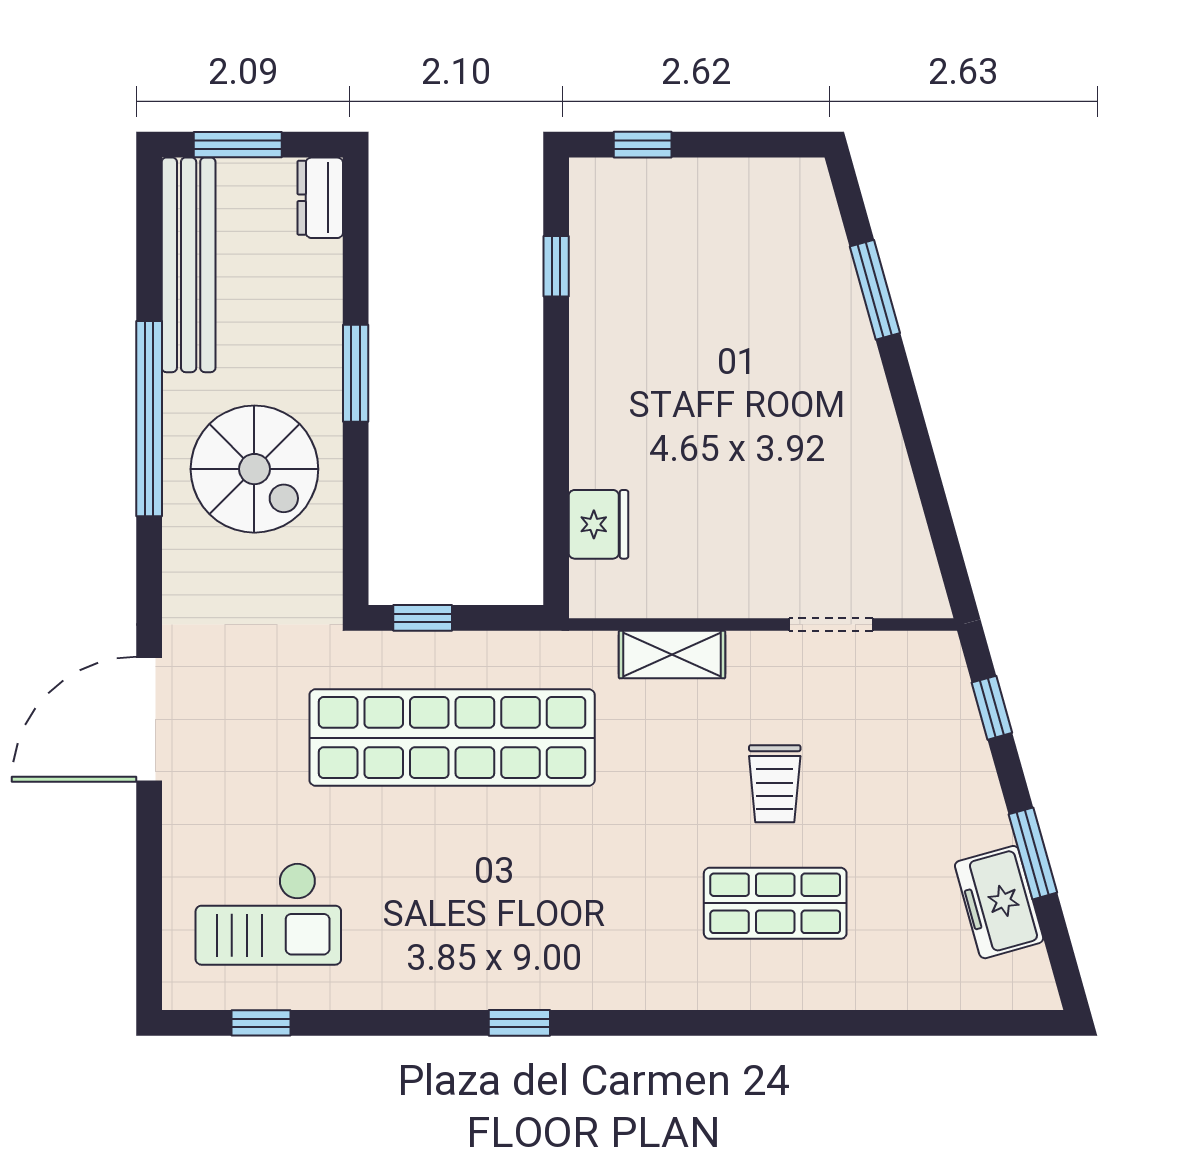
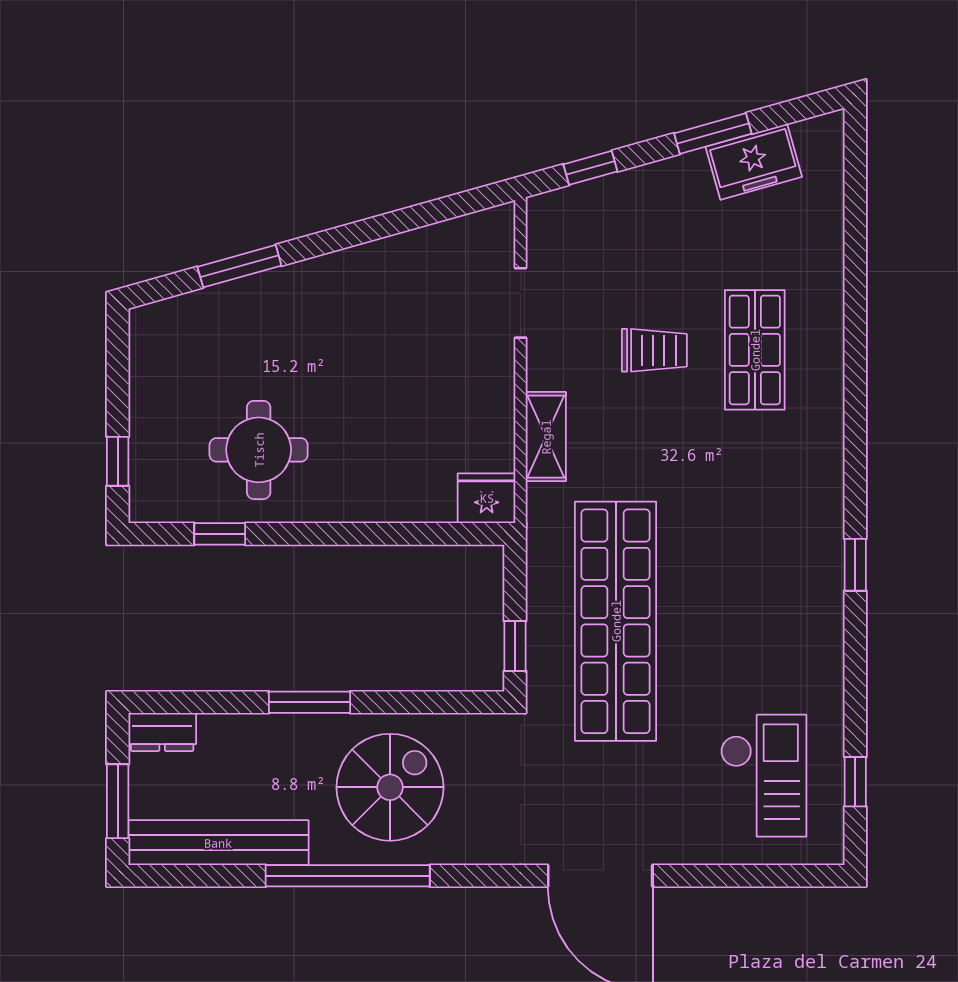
round table: (656, 313) -> (259, 450), added
fridge: (599, 524) -> (487, 498), moved

